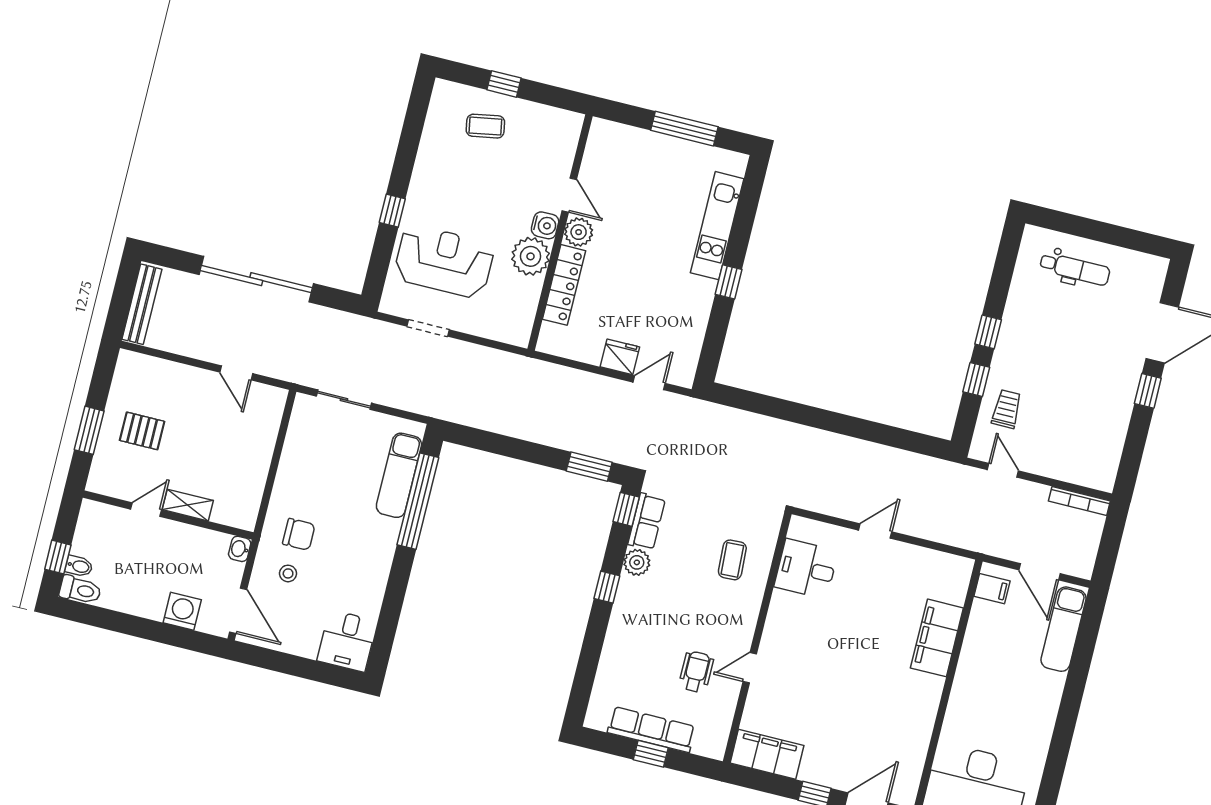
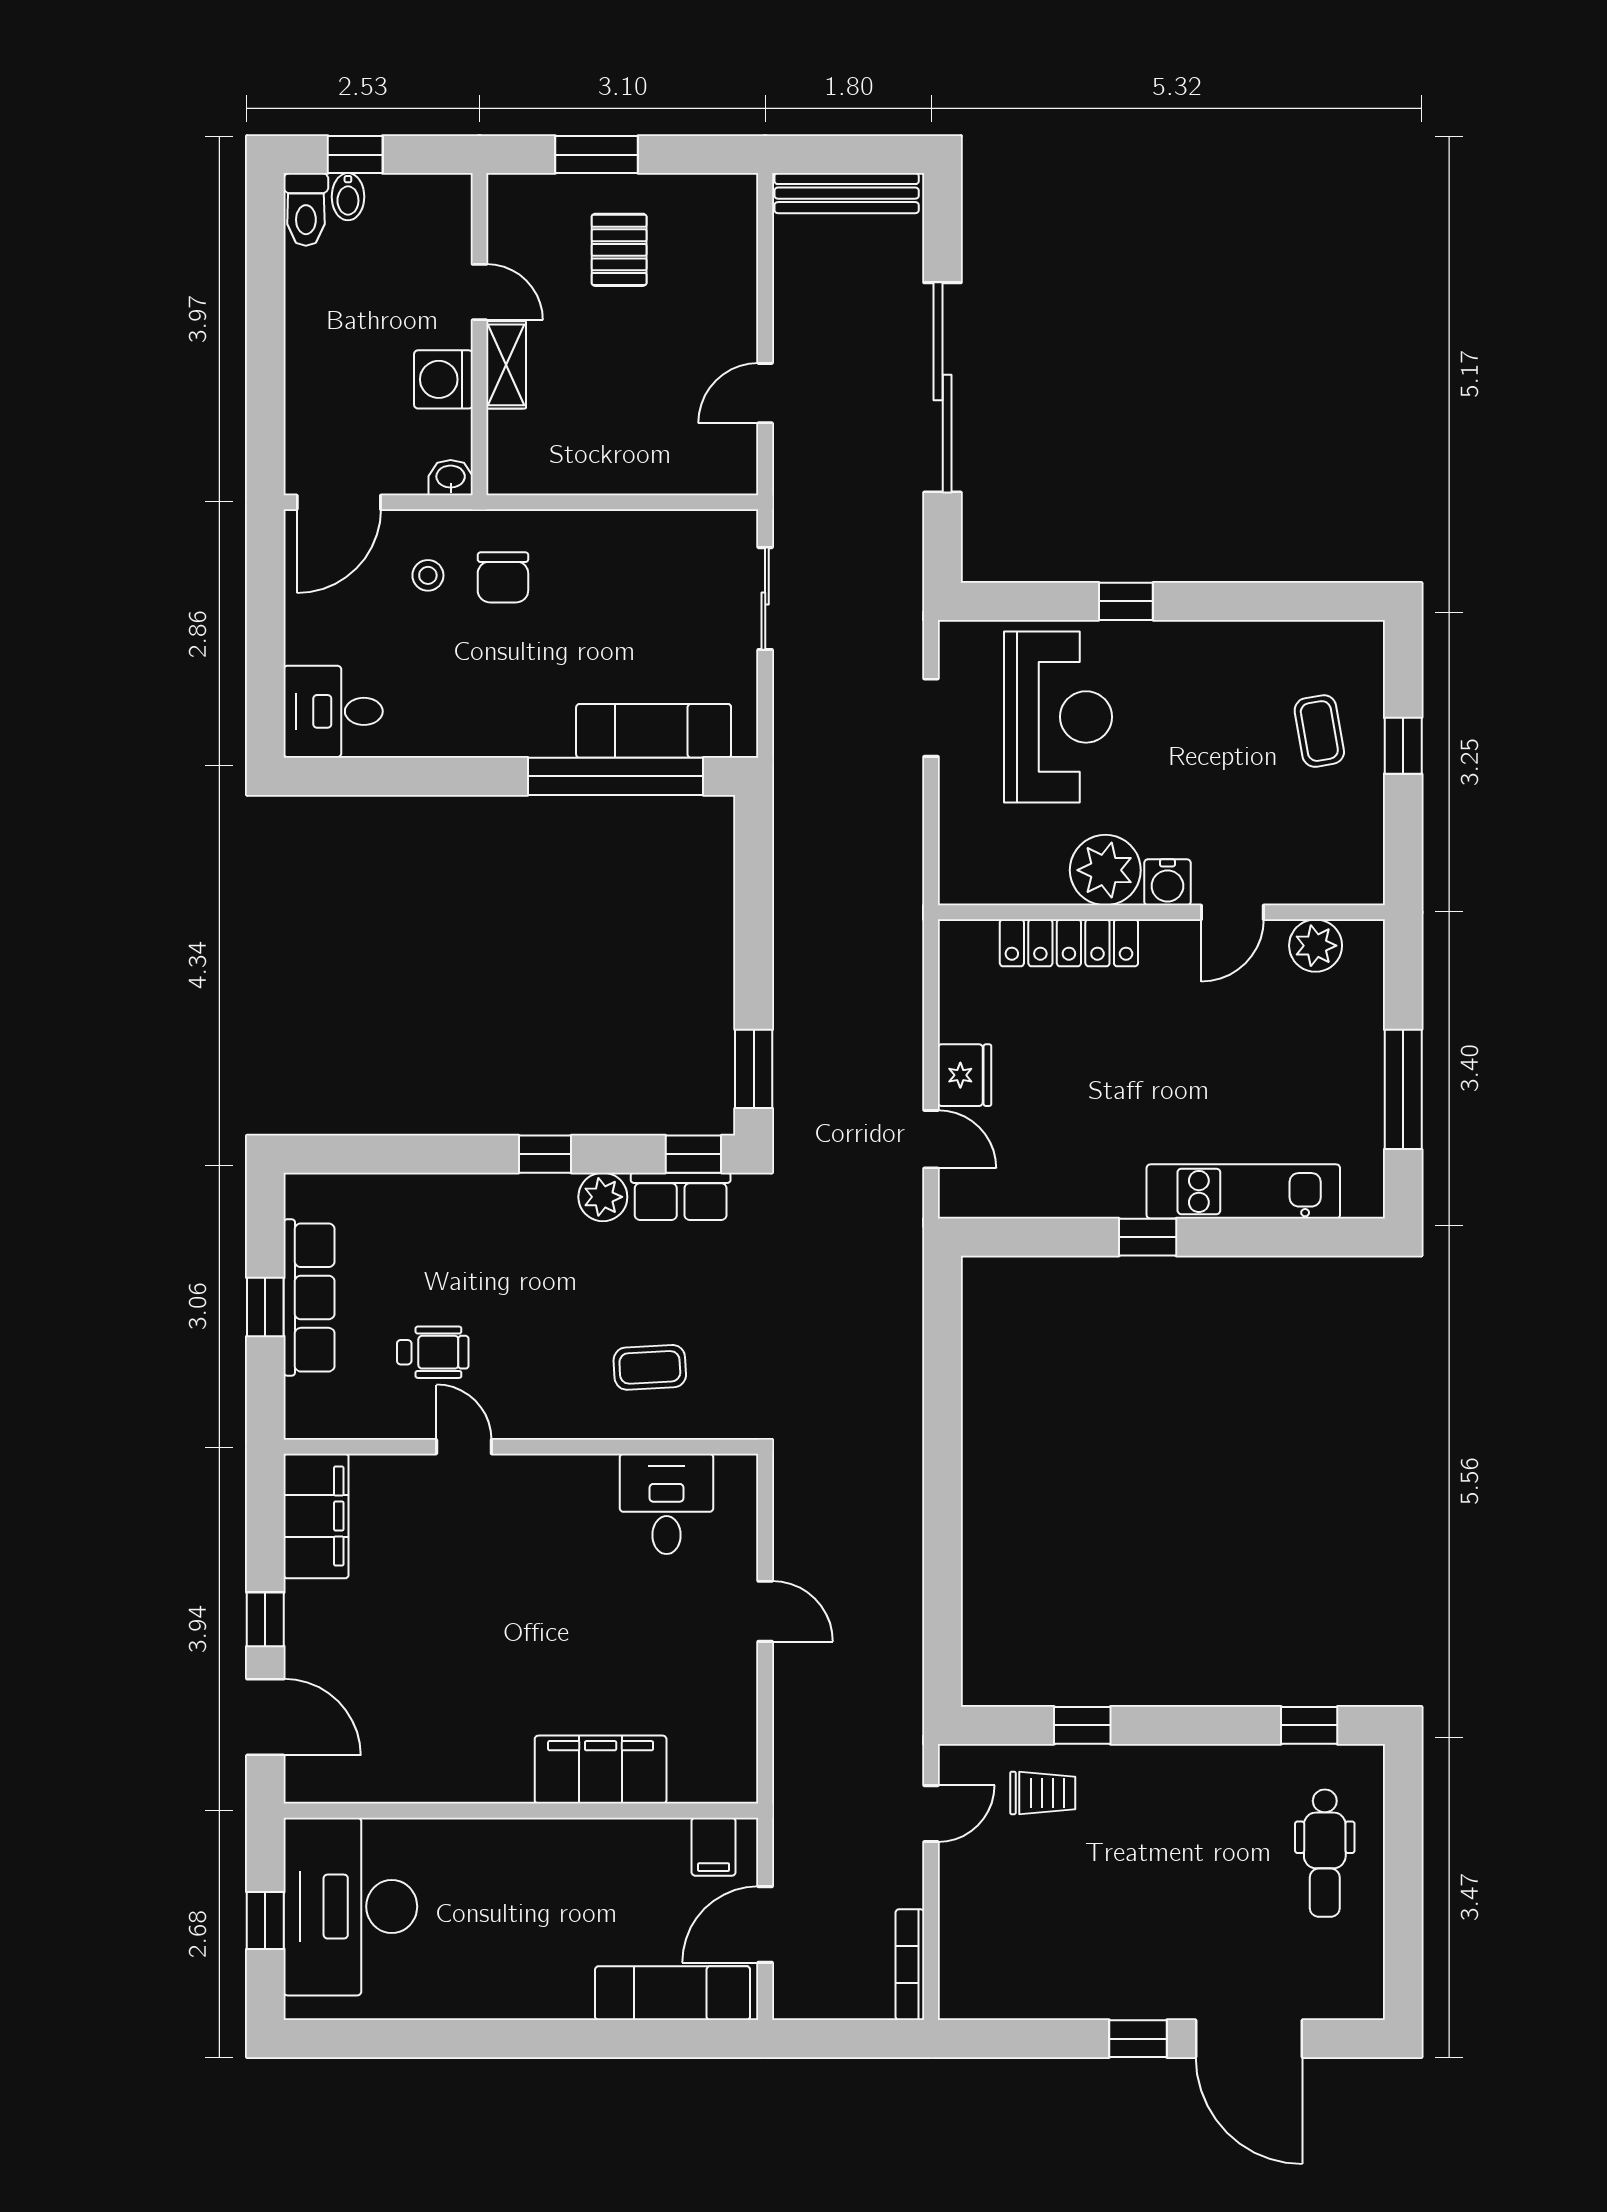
plant: (579, 232) -> (1316, 946), moved
window: (988, 332) -> (1309, 1725), moved
washing machine: (182, 611) -> (443, 379), moved, turned 180

